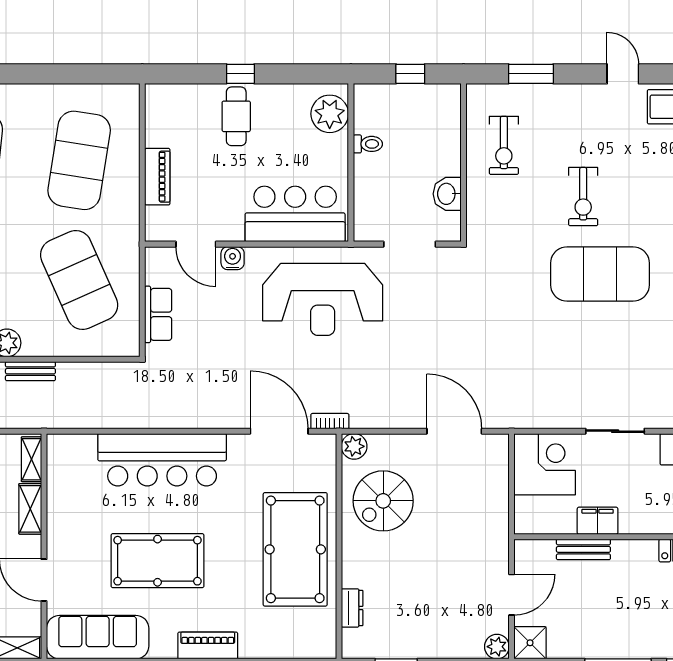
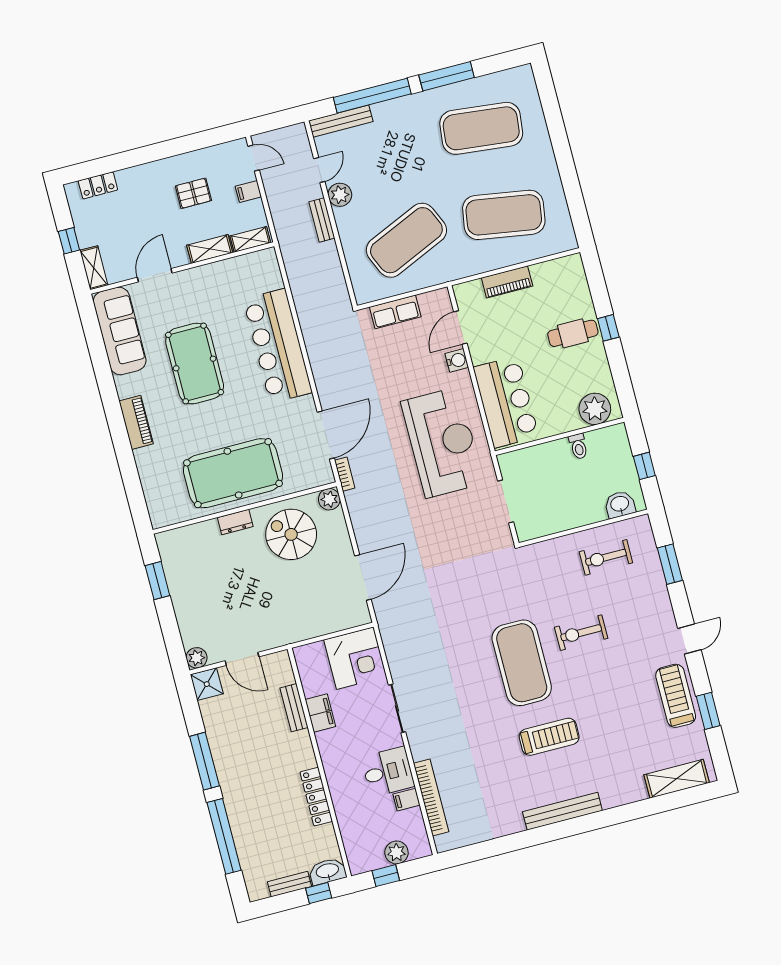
washbasin: (447, 194) -> (620, 504), moved
reception desk: (323, 299) -> (442, 442), turned 180
dresser: (352, 608) -> (235, 522), moved

